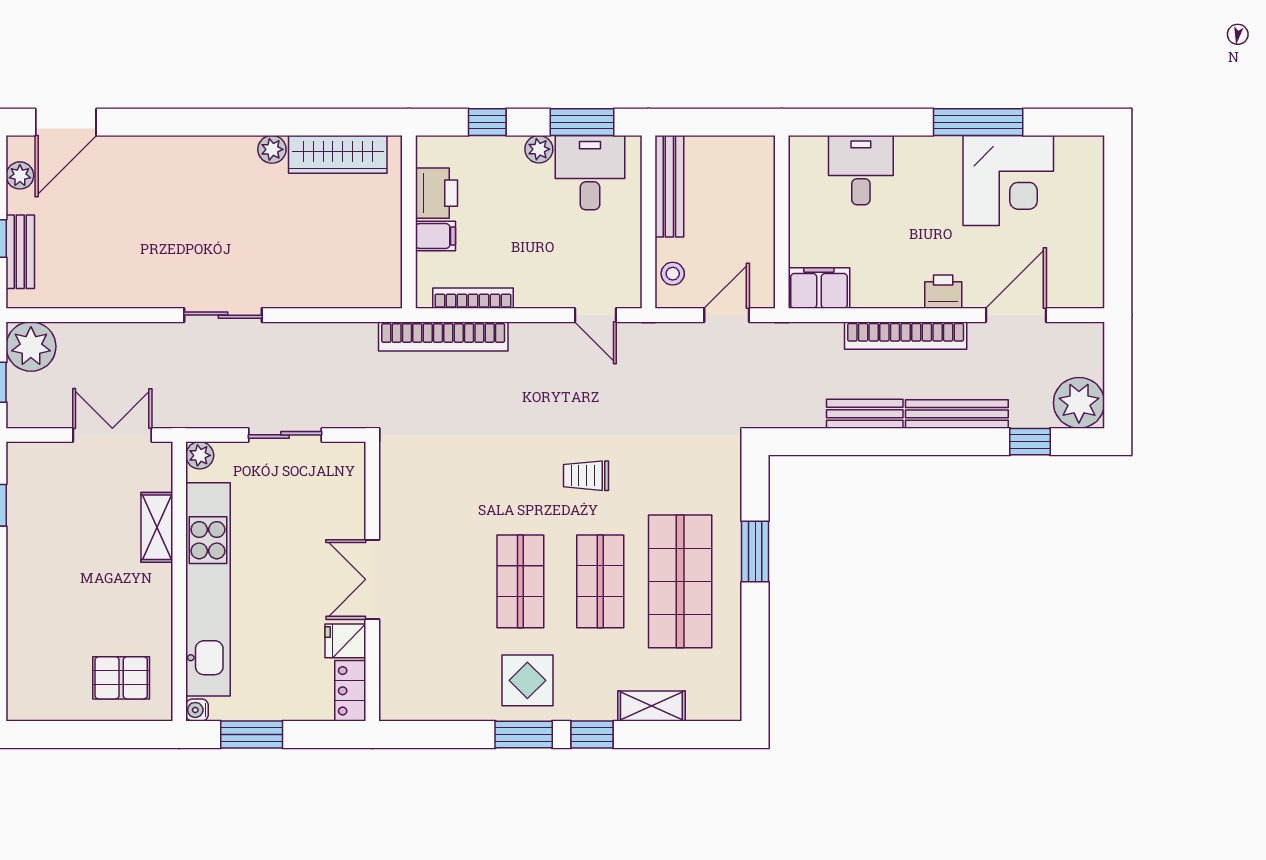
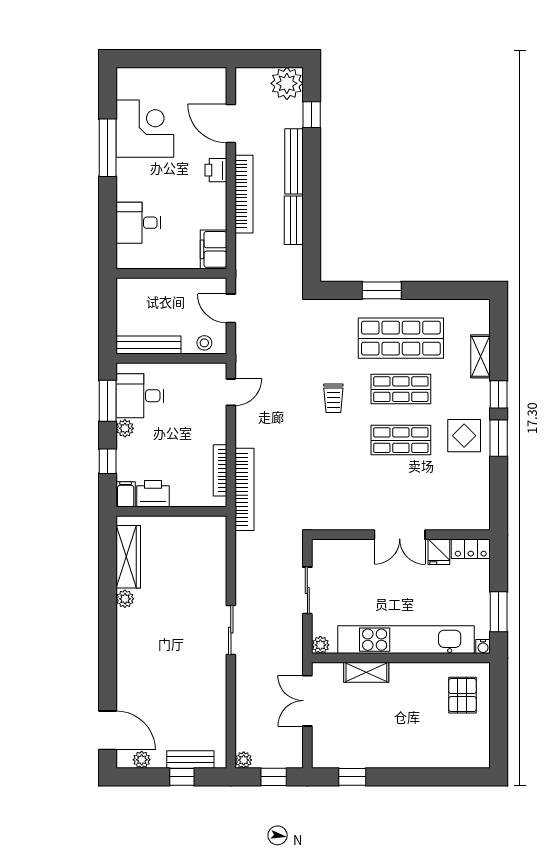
filing cabinet: (435, 236) -> (126, 494), moved
plant: (31, 347) -> (244, 760), width x0.53, depth x0.53

